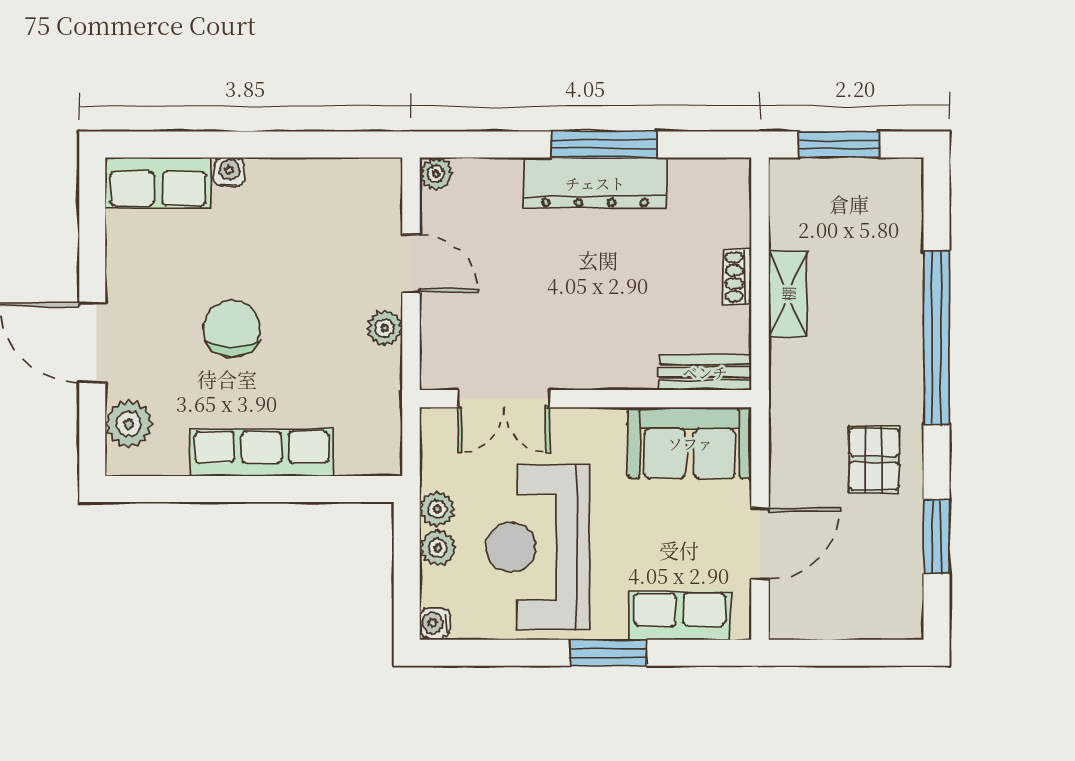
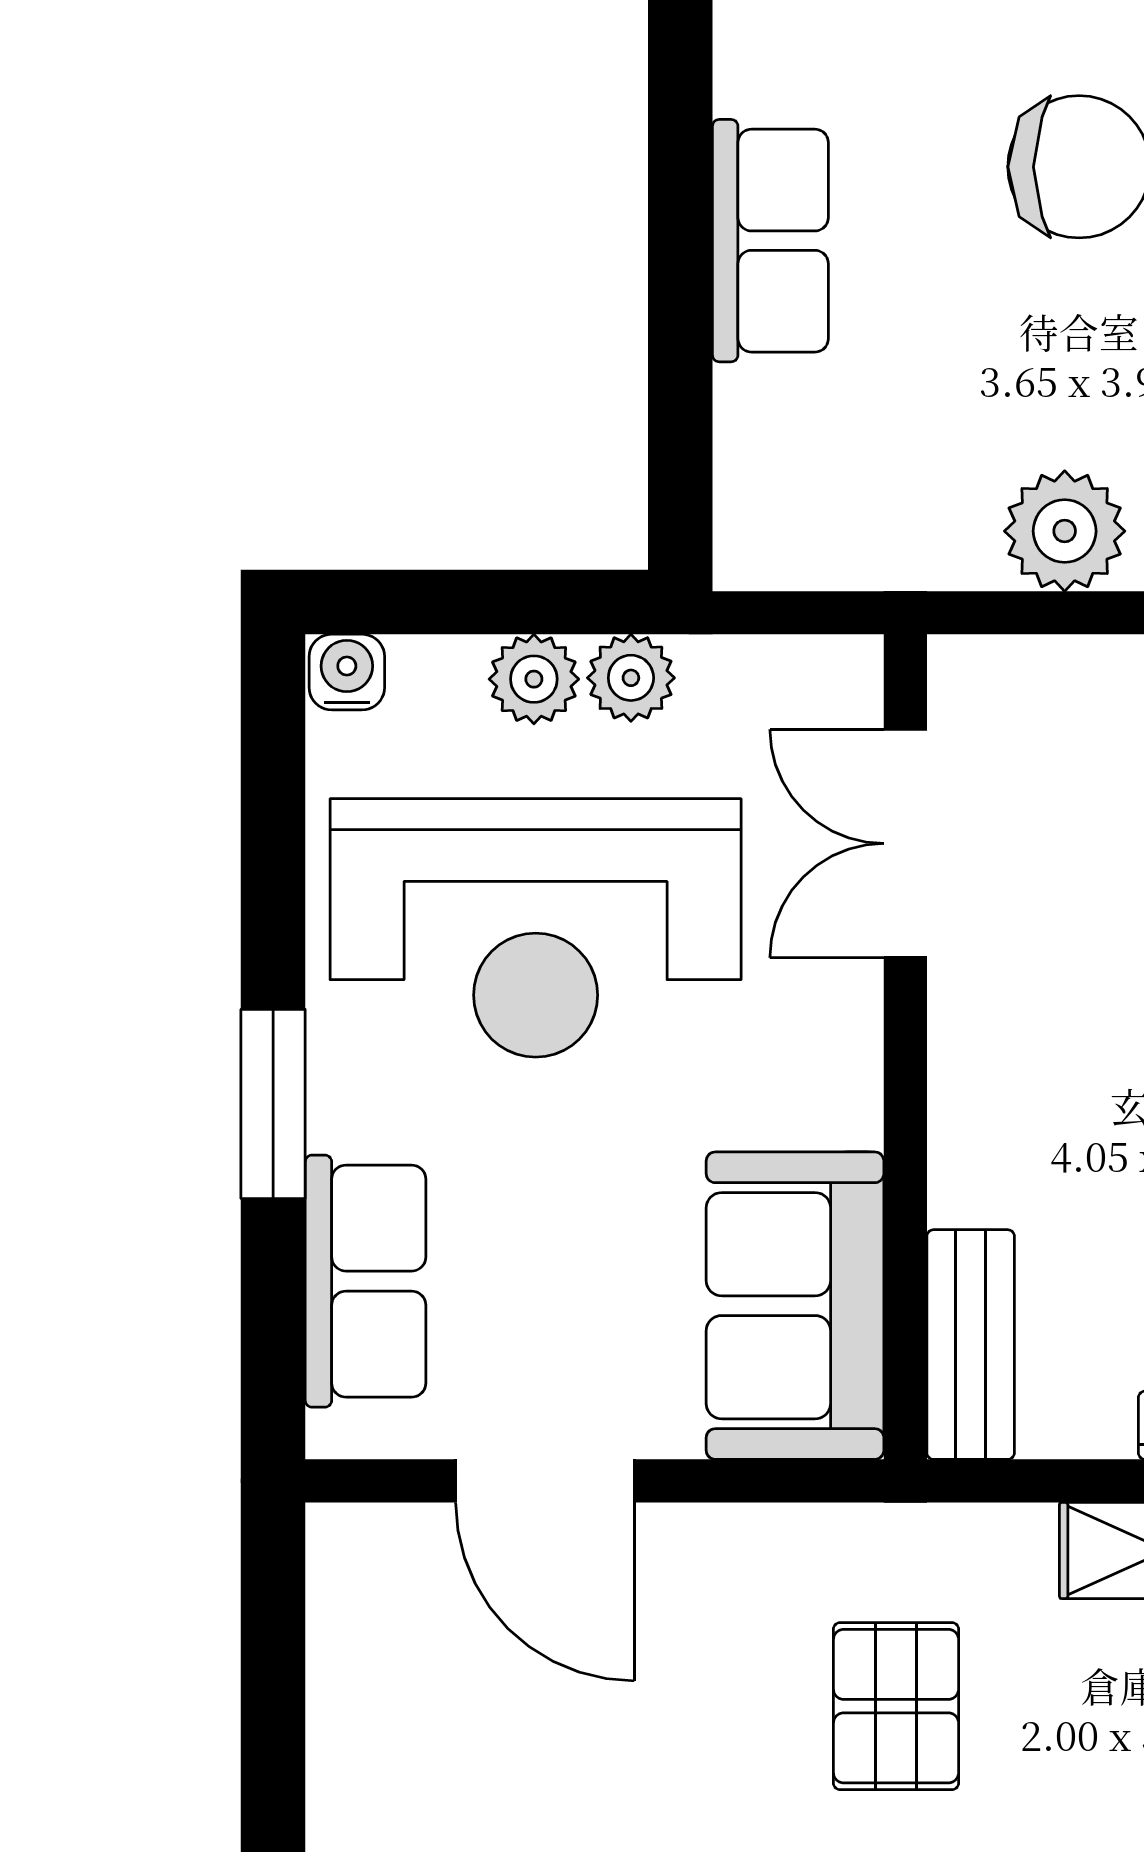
plant: (385, 328) -> (1065, 531), width x1.38, depth x1.38
row of seats: (261, 453) -> (770, 241), width x0.68
pallet: (874, 459) -> (896, 1706), moved, turned 90
reception desk: (538, 547) -> (536, 928), turned 180

